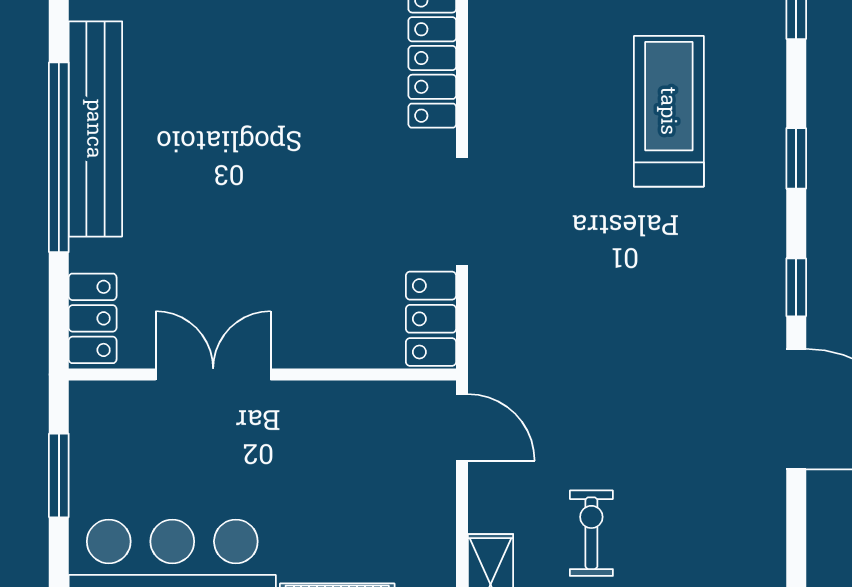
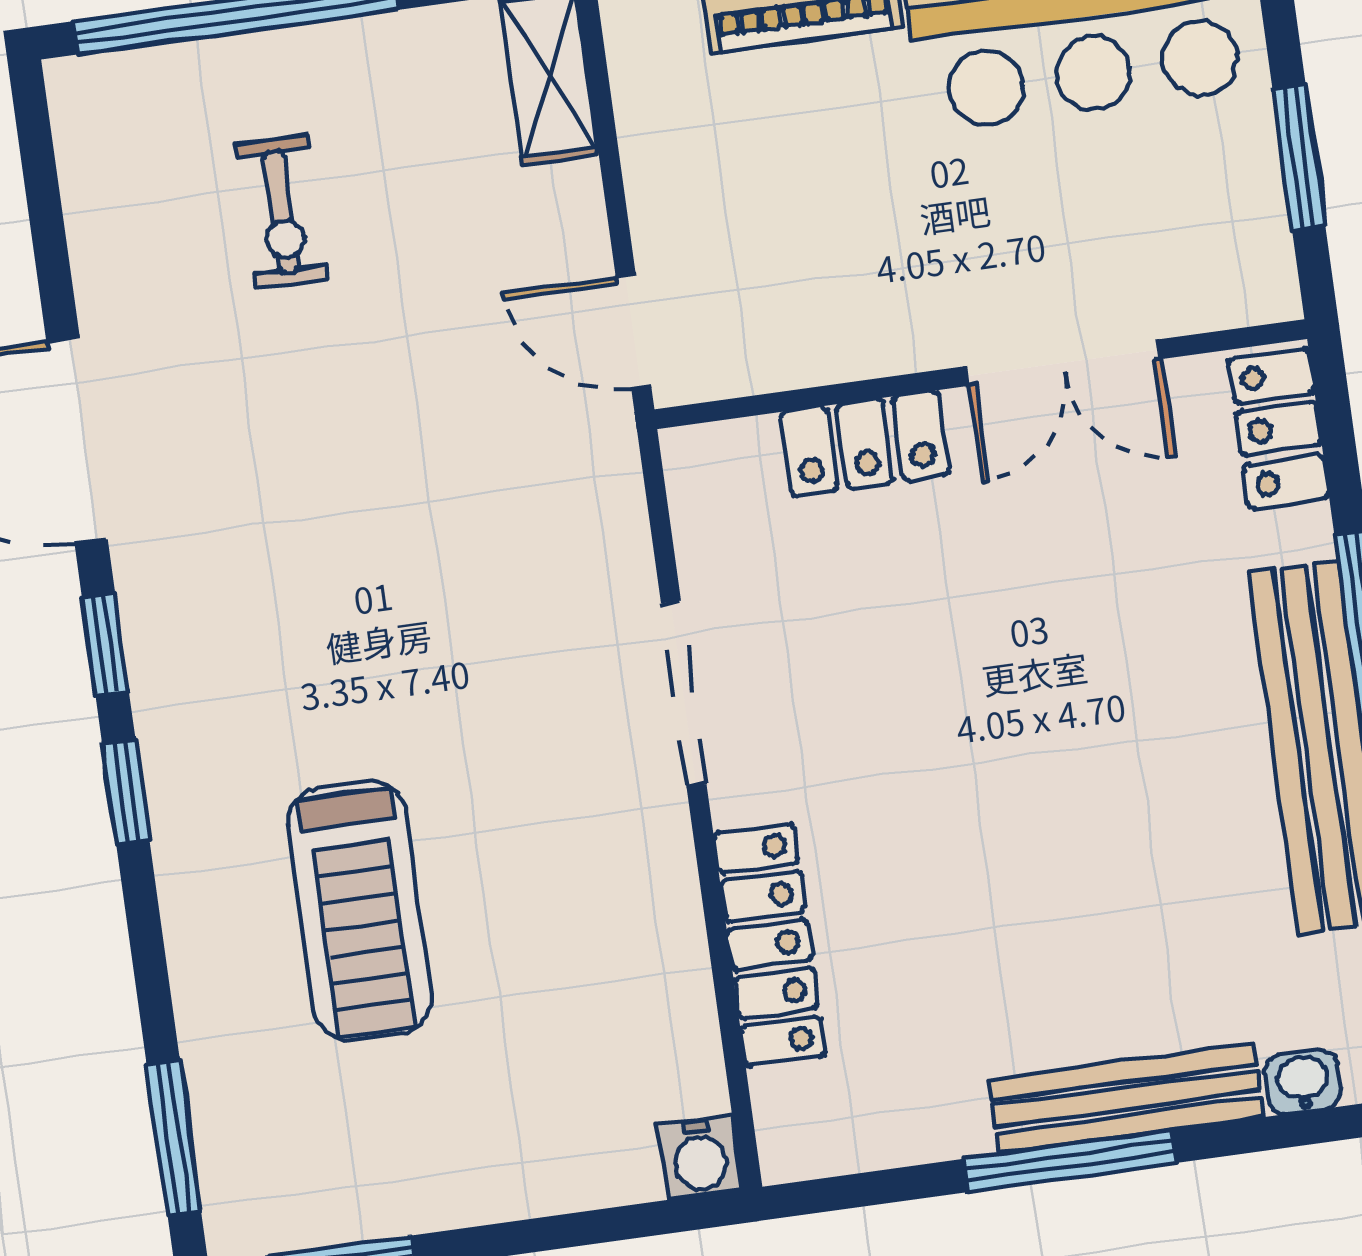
window: (796, 158) -> (126, 792), moved
locker: (431, 319) -> (865, 443), moved, turned 90
exercise bike: (591, 533) -> (282, 212), moved

